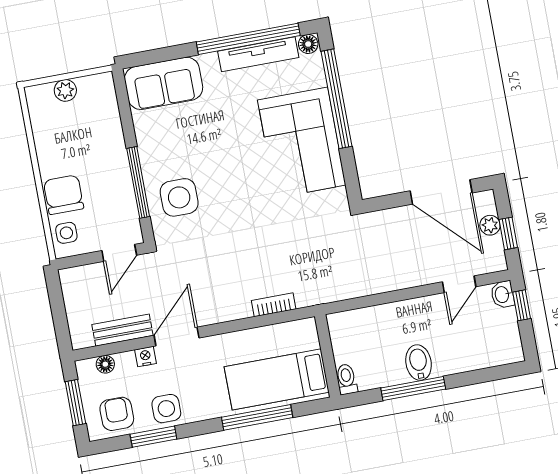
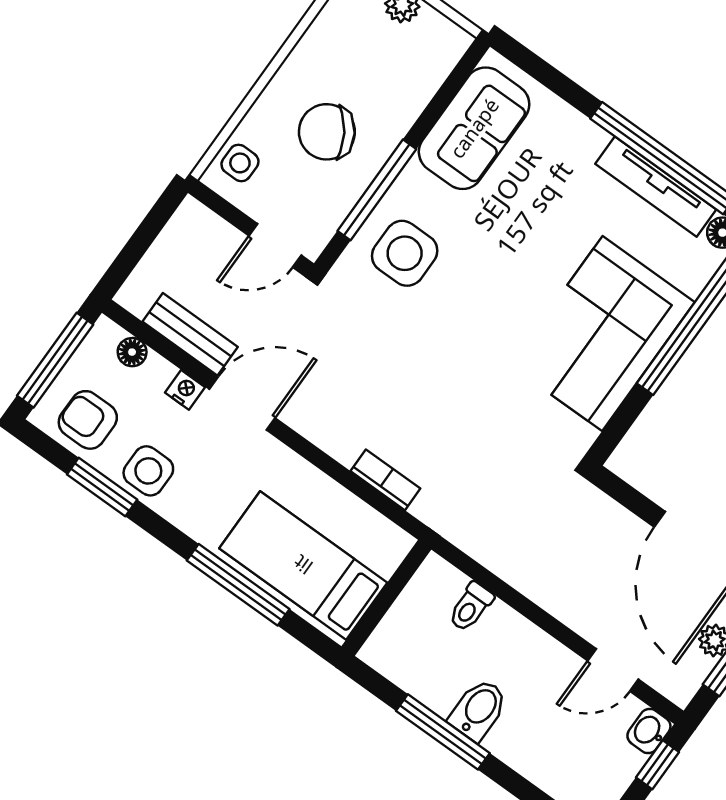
sofa: (164, 83) -> (474, 128), moved, turned -90
chair: (64, 195) -> (327, 132), moved, turned -123
toilet: (347, 379) -> (471, 607), moved, turned 180
window: (75, 403) -> (55, 360), width x1.44
armchair: (117, 414) -> (88, 420), turned -90

